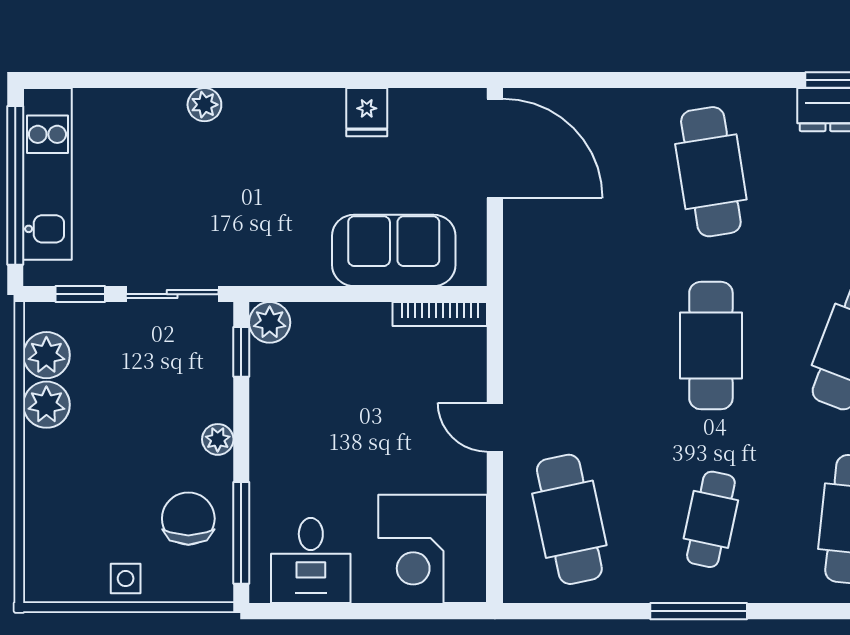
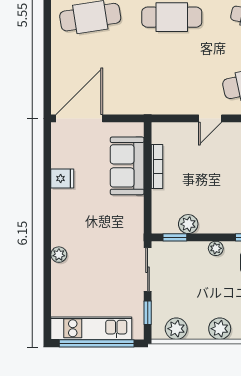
bookcase: (440, 314) -> (157, 166), moved
plant: (270, 322) -> (188, 224), moved
plant: (46, 405) -> (220, 329), moved

